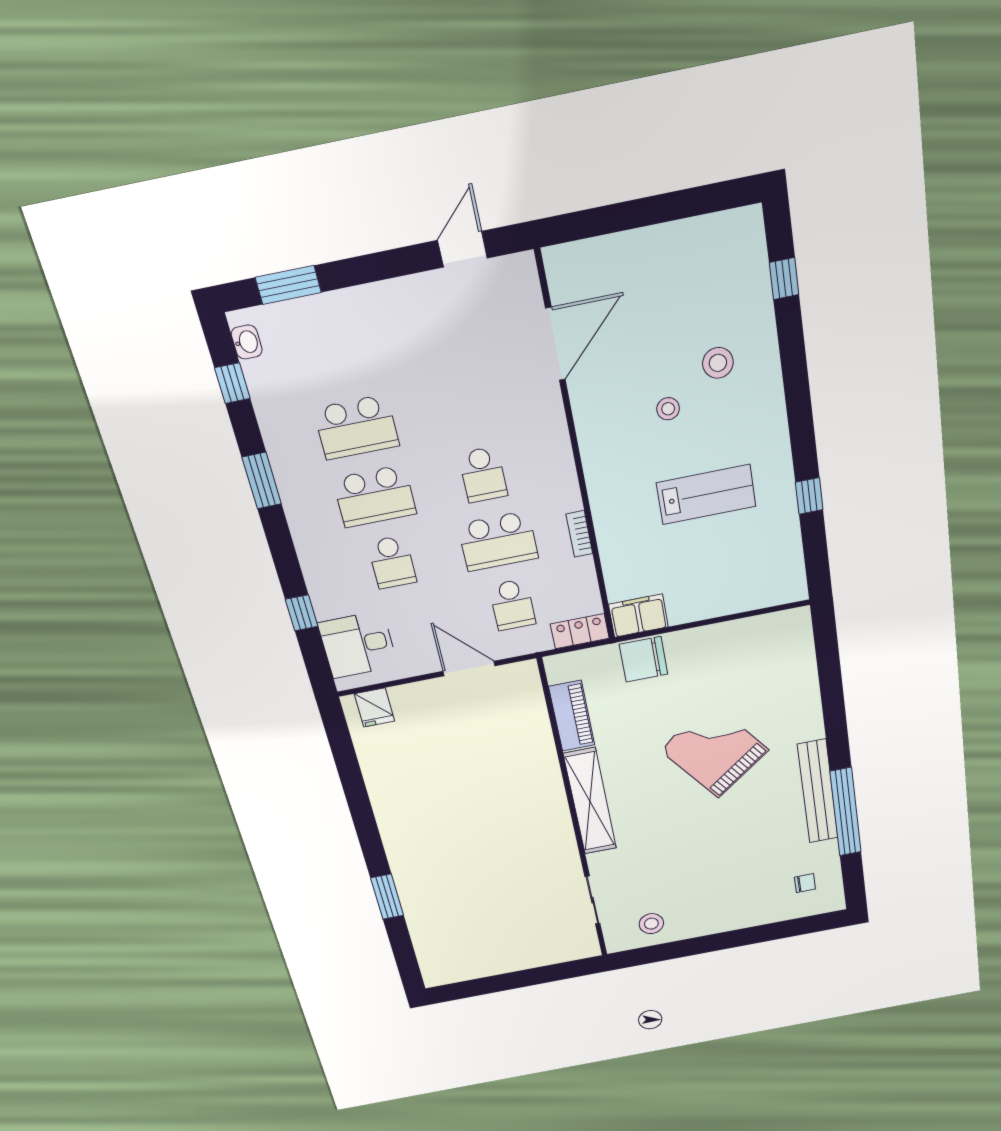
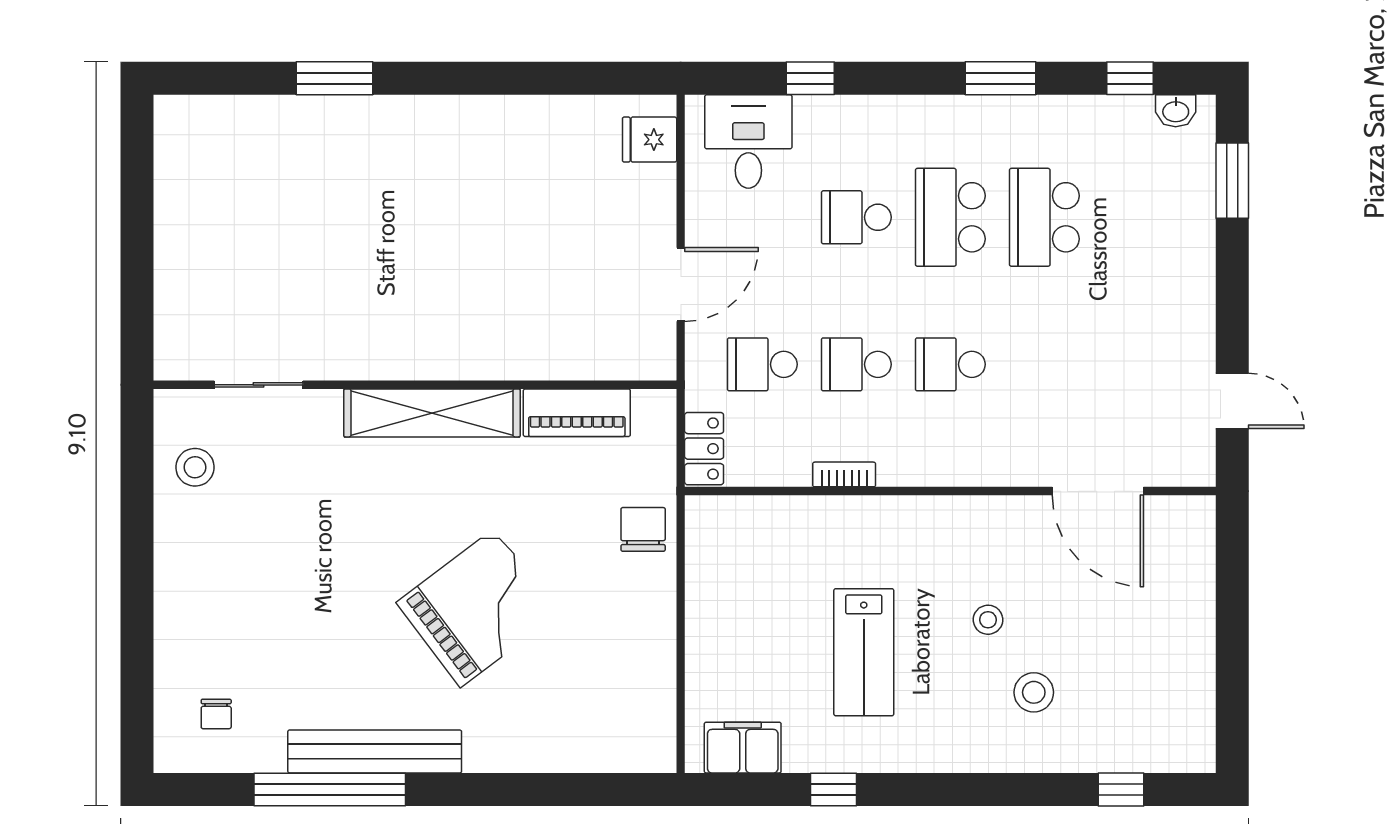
school desk: (498, 541) -> (856, 364), width x0.54
filing cabinet: (638, 616) -> (743, 748), moved, turned -90
chair: (643, 659) -> (643, 529), width x0.73, depth x0.73

